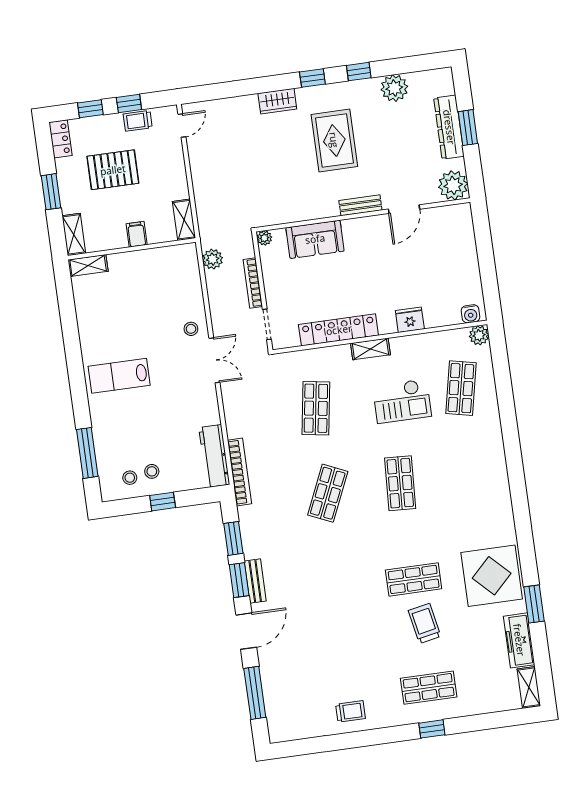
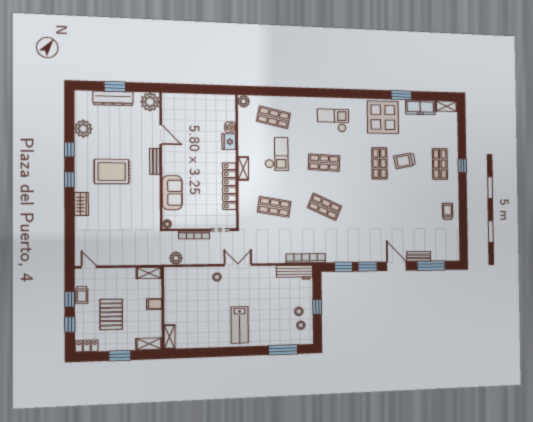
water cooler: (470, 314) -> (230, 127), moved
checkout: (472, 490) -> (333, 120), added
bench: (255, 581) -> (419, 256), moved

